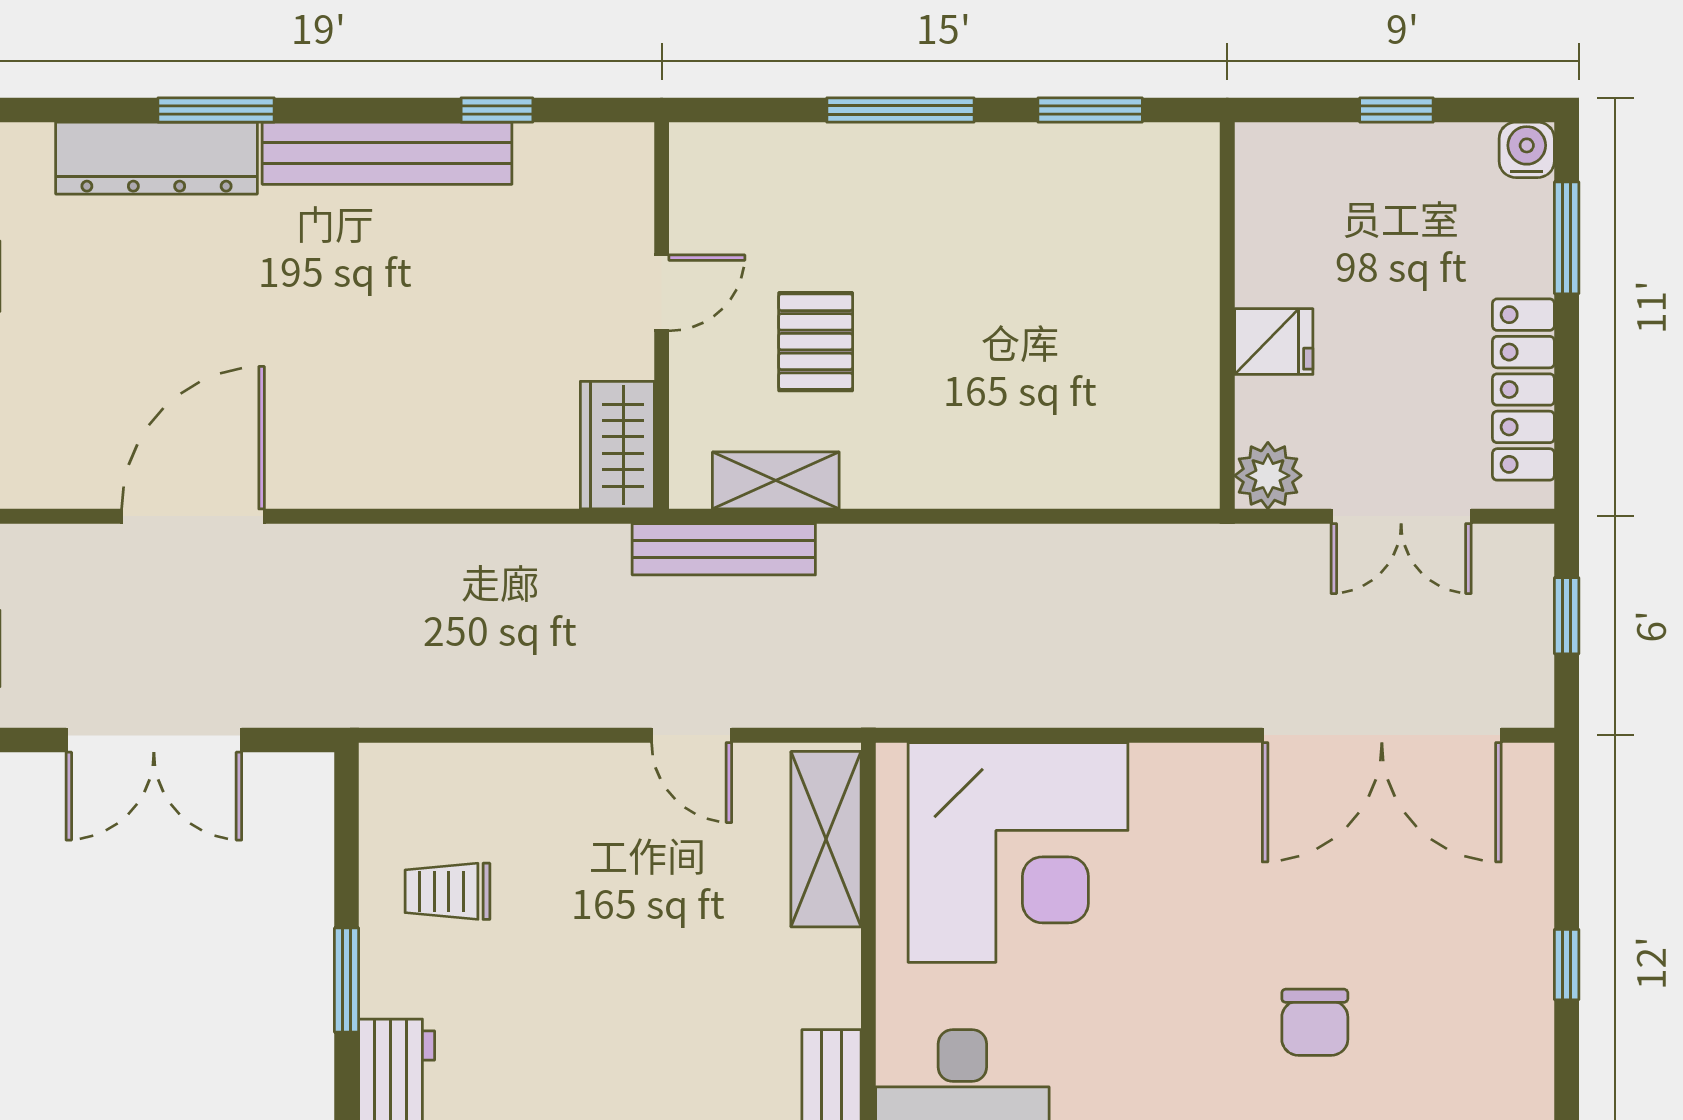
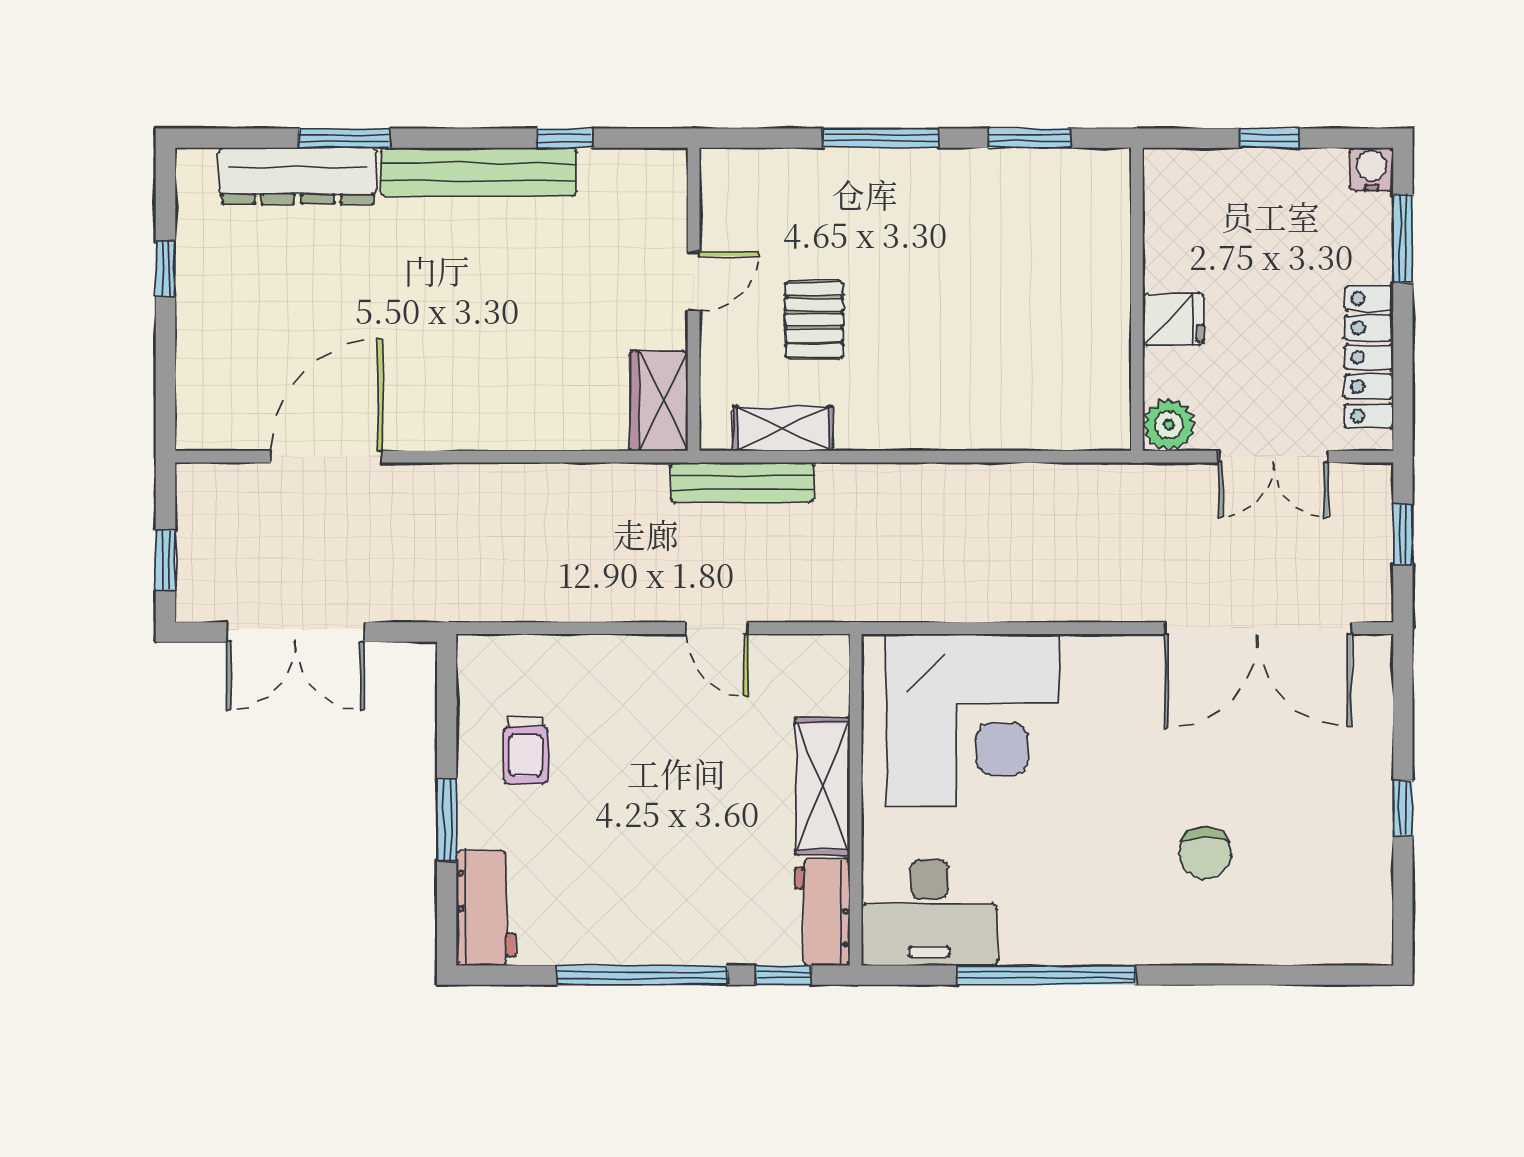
shelving: (826, 839) -> (822, 786), moved
trolley: (447, 891) -> (526, 750), turned -90

